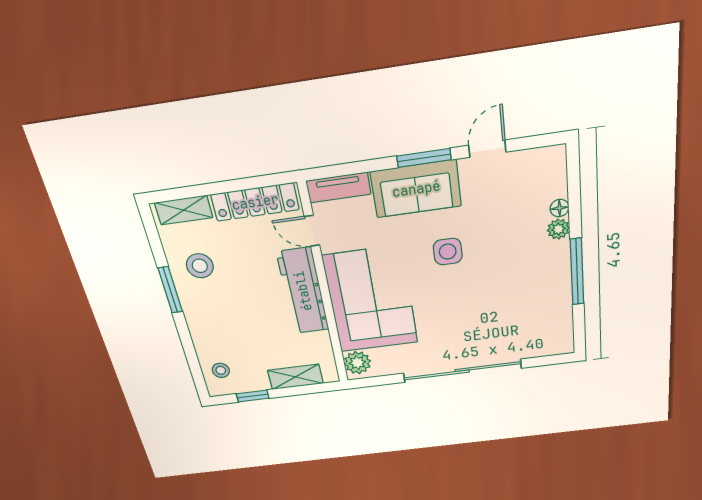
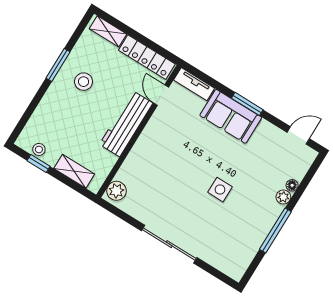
door: (487, 149) -> (298, 135), moved
side table: (448, 252) -> (220, 190), moved
stool: (200, 266) -> (84, 82), moved
corner sofa: (371, 300) -> (157, 158), removed
stool: (221, 370) -> (39, 149), moved
sliding door: (462, 371) -> (169, 244), width x0.73

